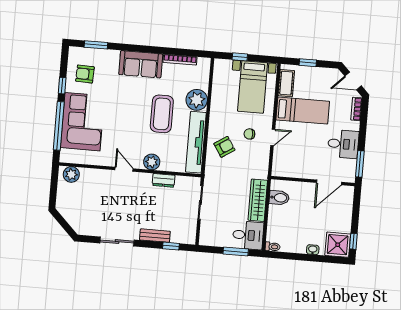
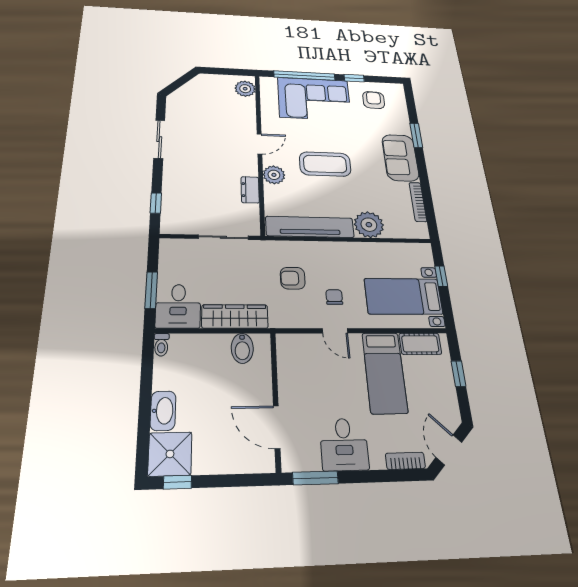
window: (96, 45) -> (416, 135), moved
coffee table: (162, 114) -> (325, 164), moved
armchair: (224, 147) -> (293, 278), moved, turned 123
bench: (155, 236) -> (170, 183), removed
washbasin: (313, 250) -> (163, 411), width x1.91, depth x1.45

